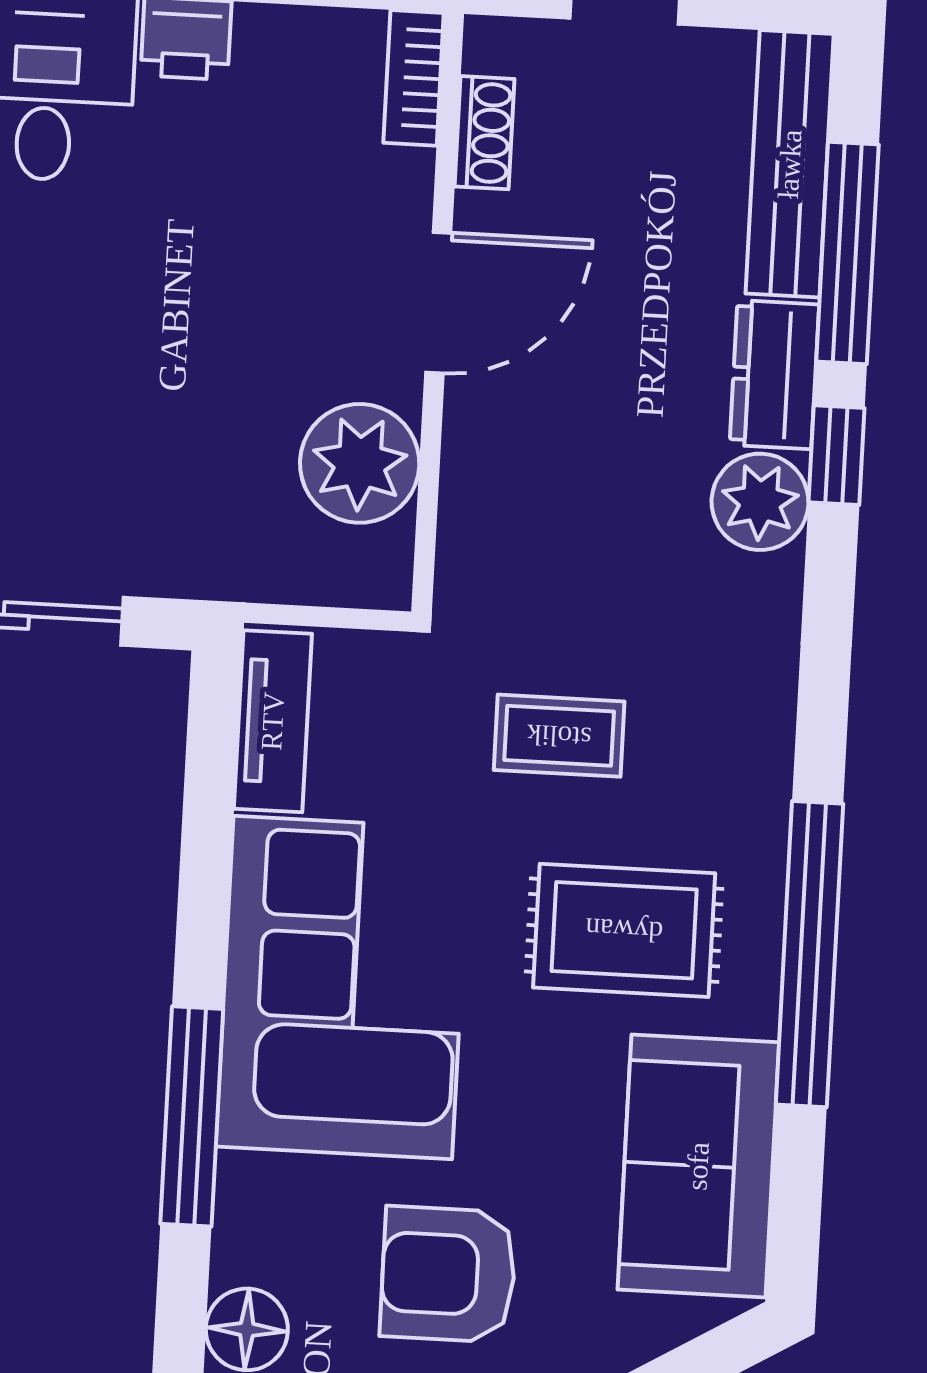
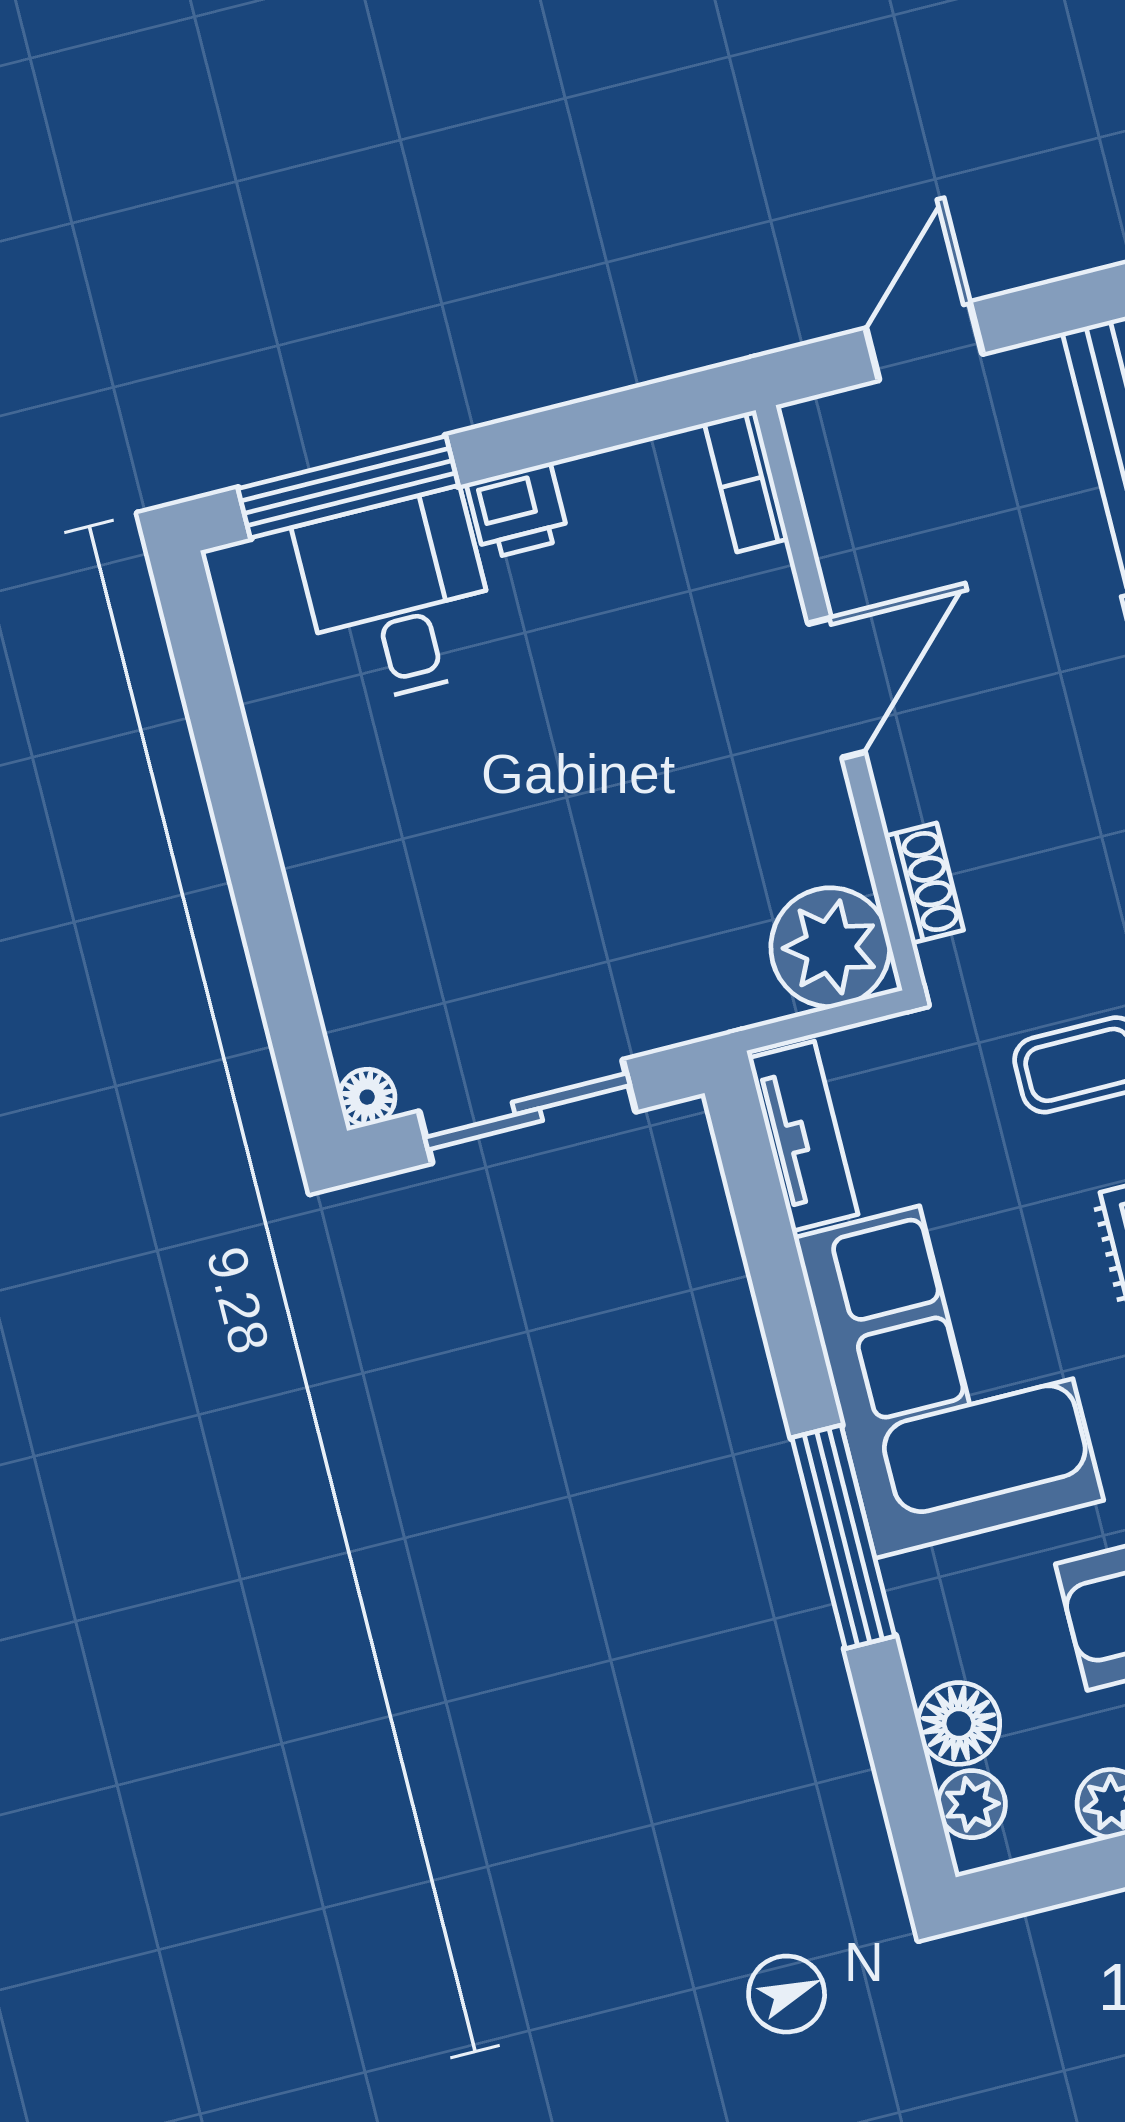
shoe rack: (485, 133) -> (924, 883), moved
plant: (360, 463) -> (830, 947), moved

